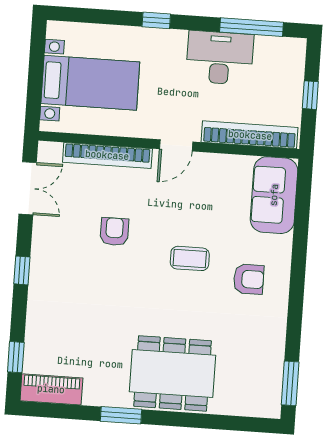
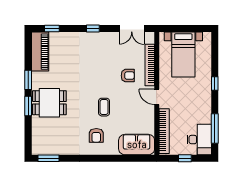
desk: (220, 58) -> (199, 140), moved
armchair: (114, 232) -> (128, 76), moved
dining table: (173, 373) -> (49, 103), width x0.73
piano: (51, 389) -> (40, 52), width x1.37, depth x1.33
window: (176, 419) -> (28, 106), added

